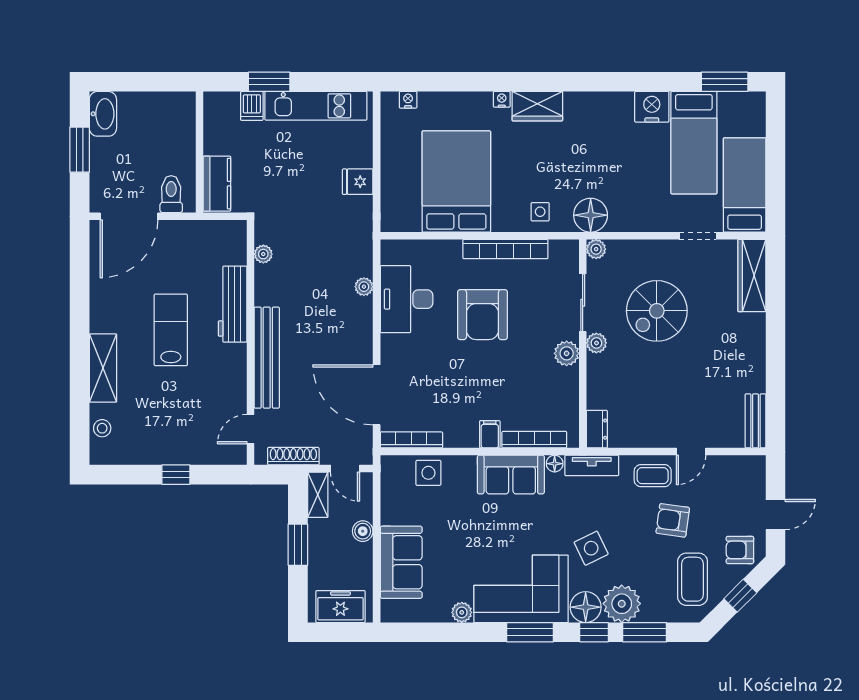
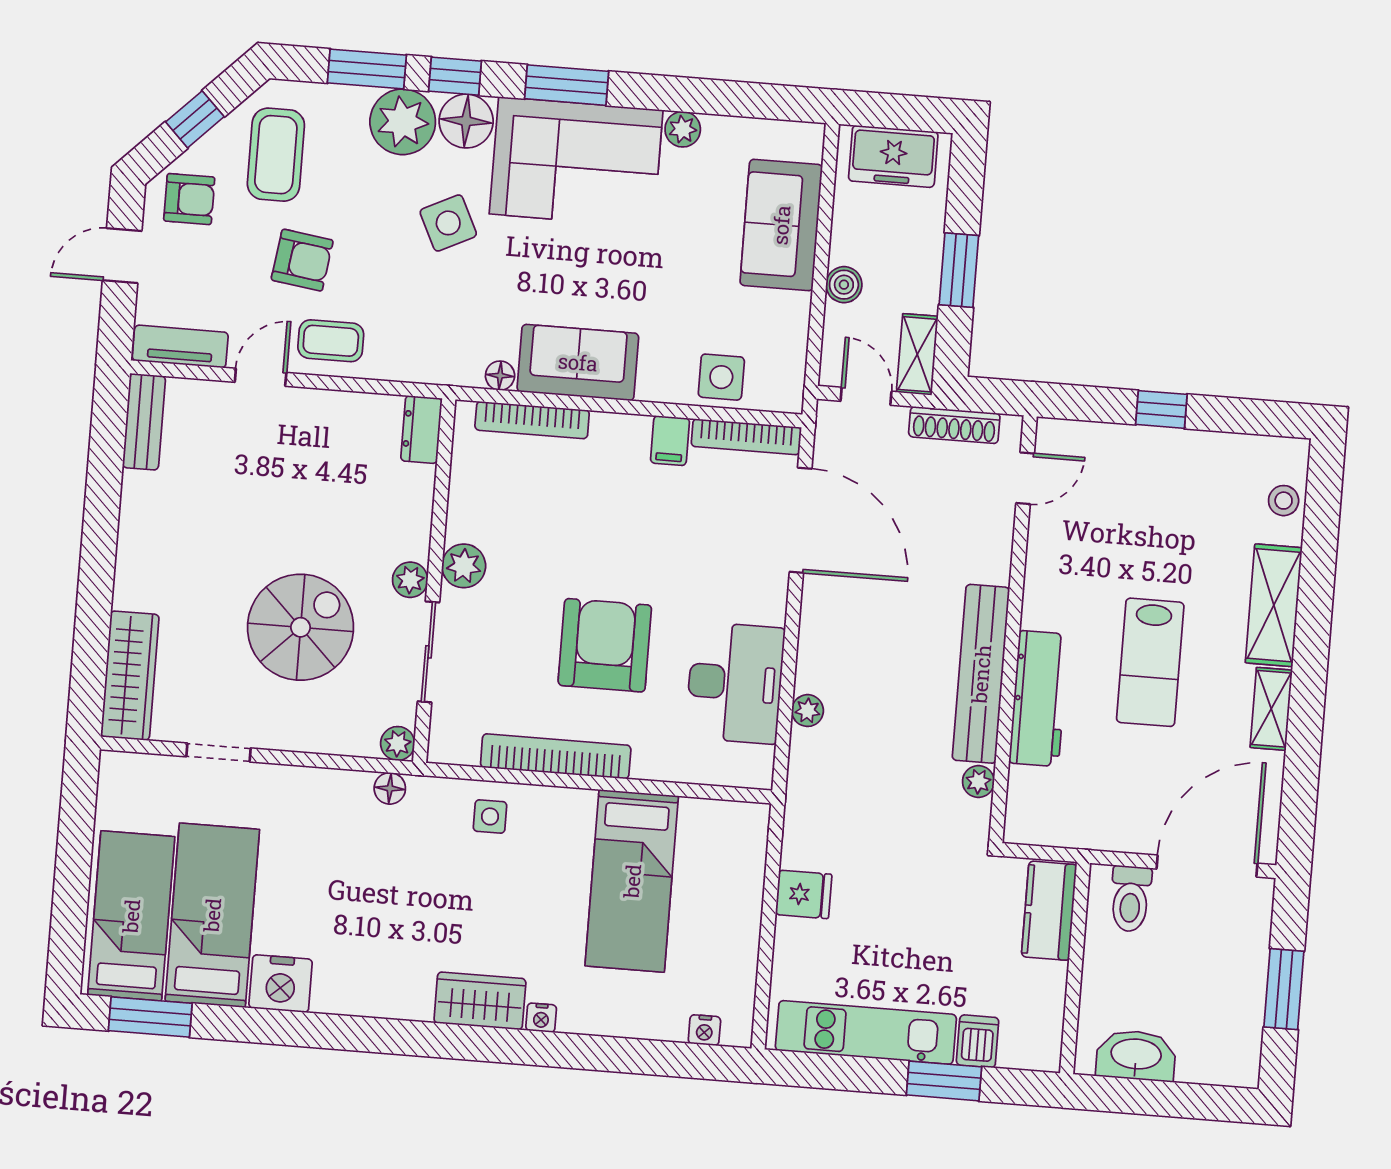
washbasin: (103, 114) -> (1136, 1055), moved, turned 90
bed: (456, 181) -> (632, 881), width x0.67
bed: (745, 185) -> (131, 916), moved, turned 180
floor lamp: (591, 215) -> (390, 788), width x0.53, depth x0.53
shelving: (100, 309) -> (1271, 709), added
bench: (267, 358) -> (981, 674), moved
filing cabinet: (490, 434) -> (670, 441), moved
tv unit: (592, 465) -> (180, 346), moved

